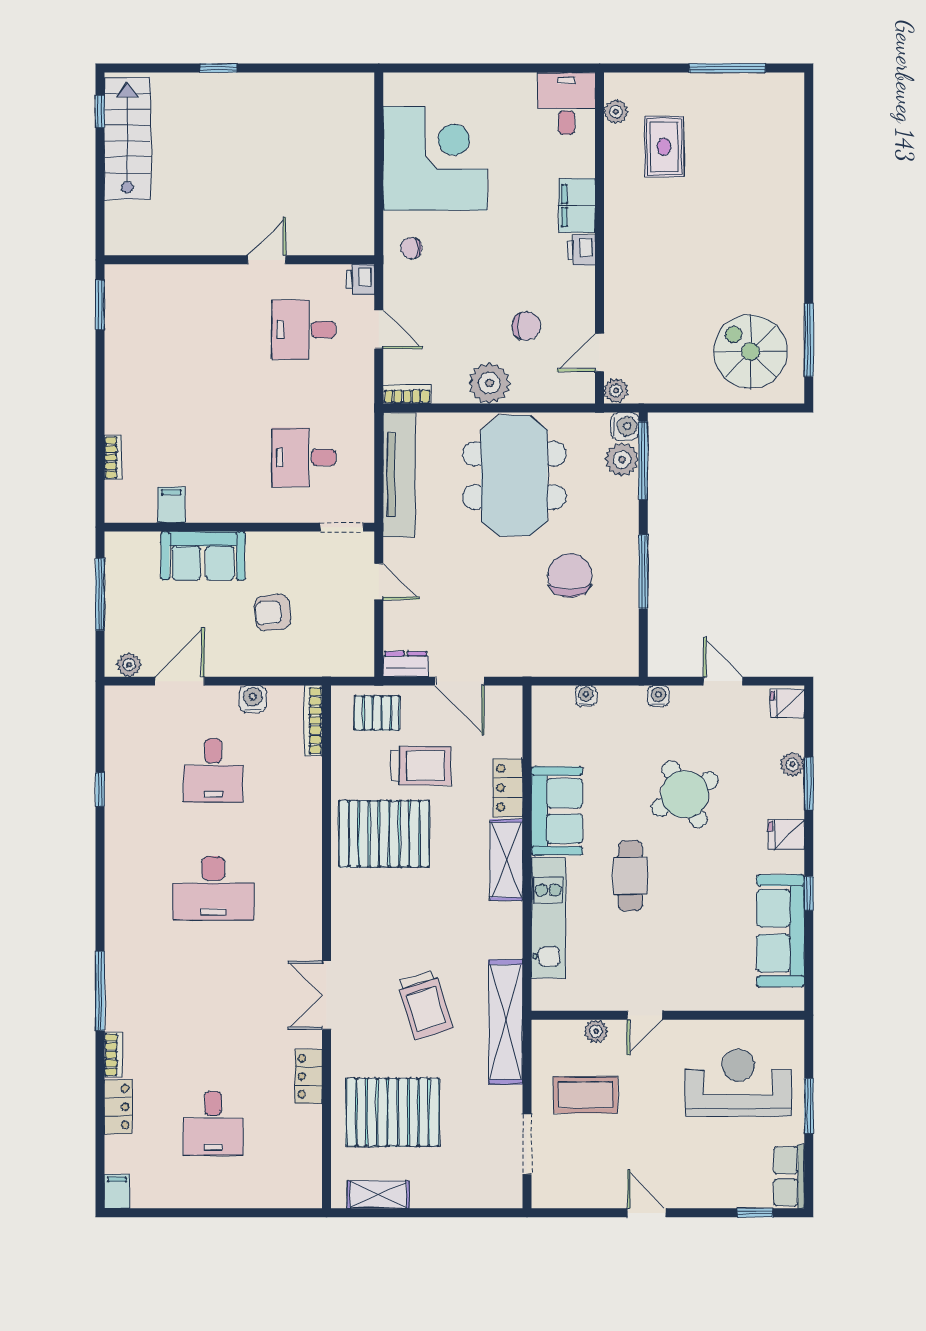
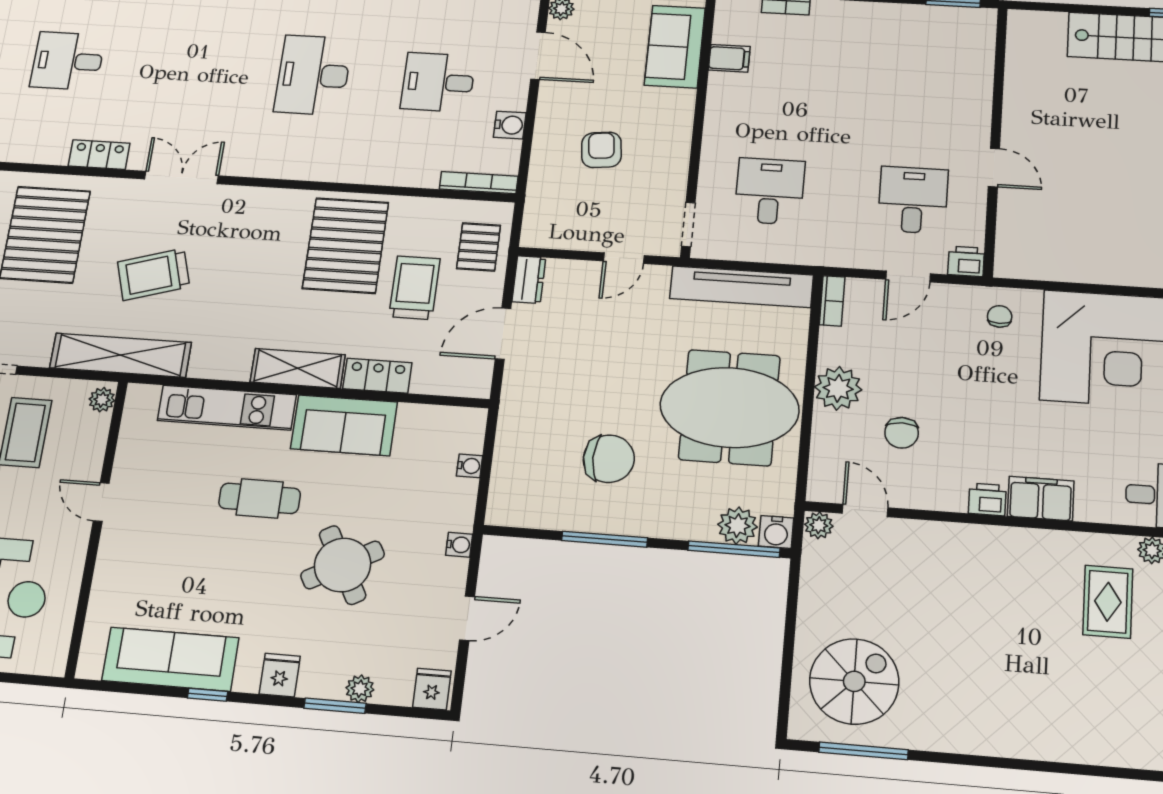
rug: (664, 147) -> (1108, 602), turned 90
sofa: (203, 556) -> (675, 47), moved
trolley: (421, 766) -> (415, 288), turned 180
plant: (596, 1031) -> (102, 400), moved

